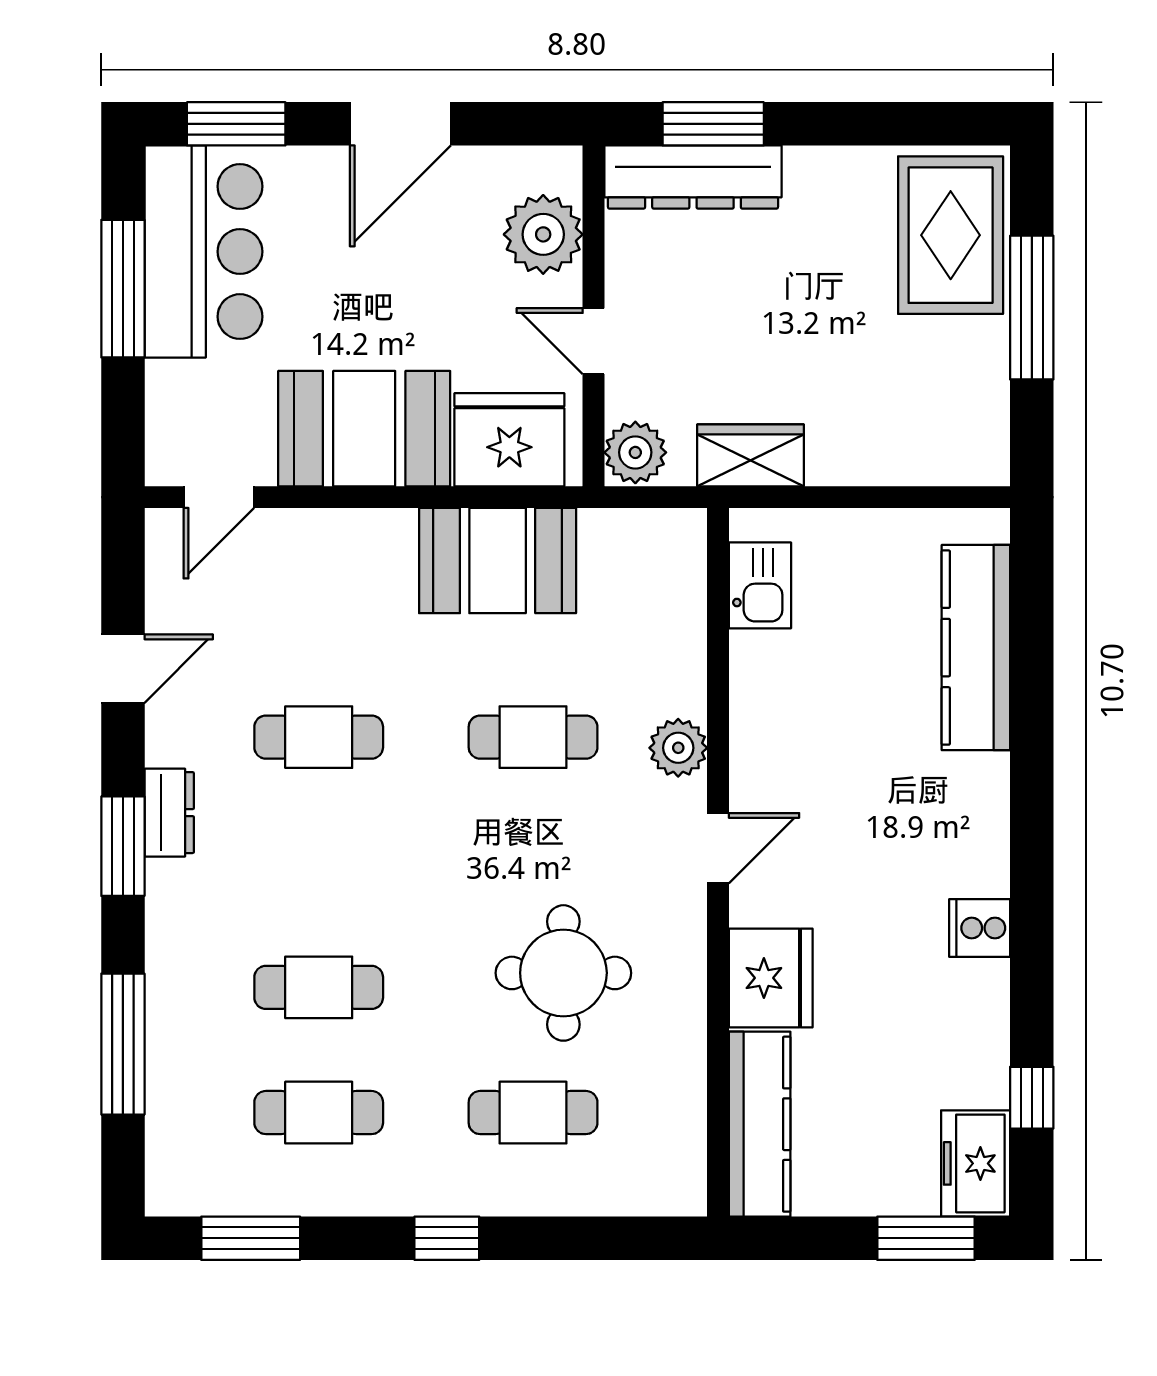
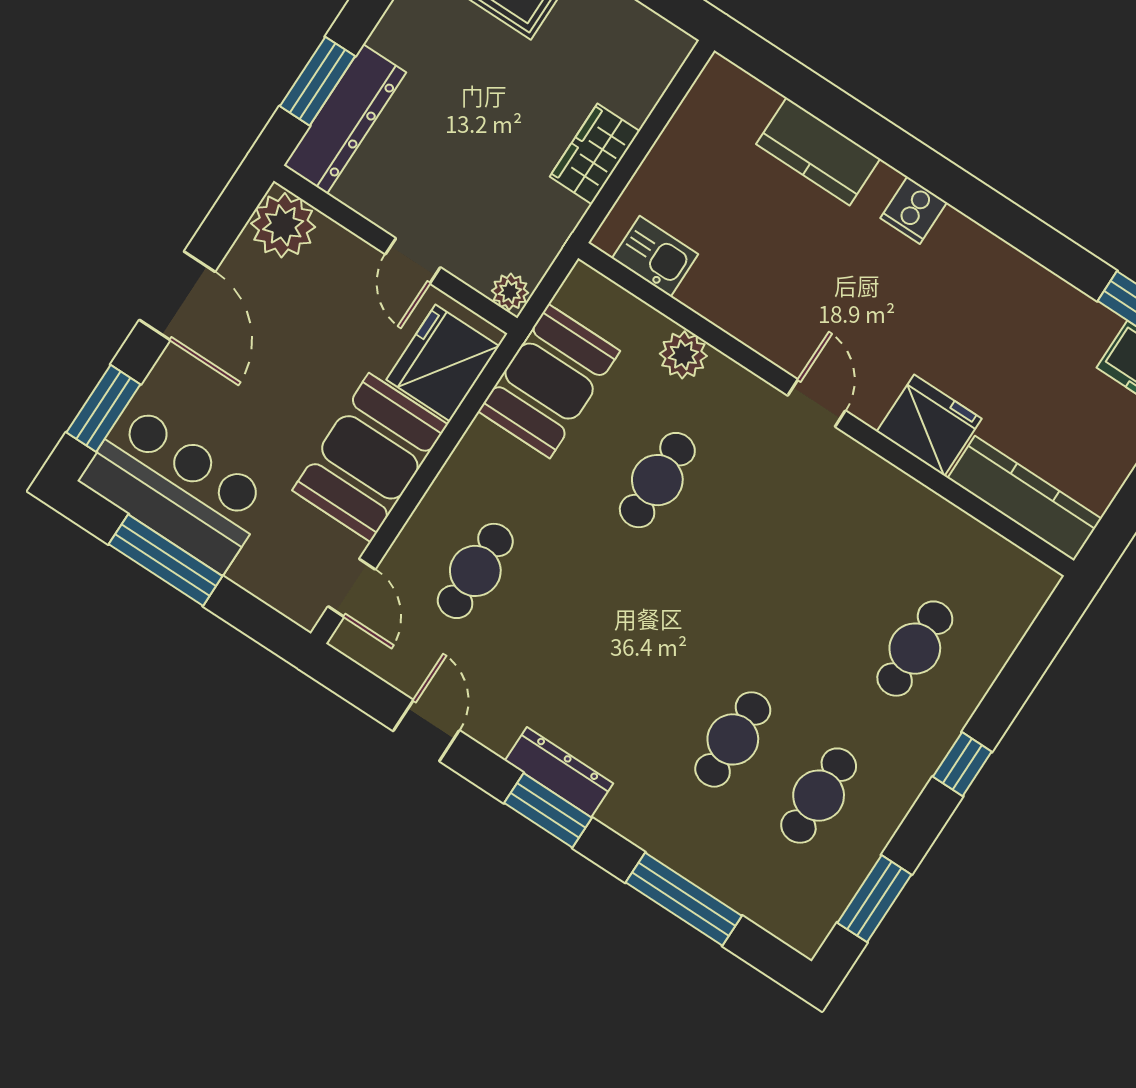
plant: (543, 234) -> (283, 225), moved
door: (594, 341) -> (413, 261), hinge flipped
plant: (635, 452) -> (510, 292), width x0.73, depth x0.73
wardrobe: (751, 455) -> (595, 154), moved
booth: (498, 561) -> (549, 381), moved
kitchen counter: (976, 648) -> (818, 151), width x0.67
cafe table: (319, 737) -> (475, 571), moved
plant: (678, 748) -> (683, 355), moved
dresser: (169, 813) -> (559, 772), width x1.44
cooker: (980, 928) -> (914, 210), moved
round table: (563, 973) -> (833, 565), removed

